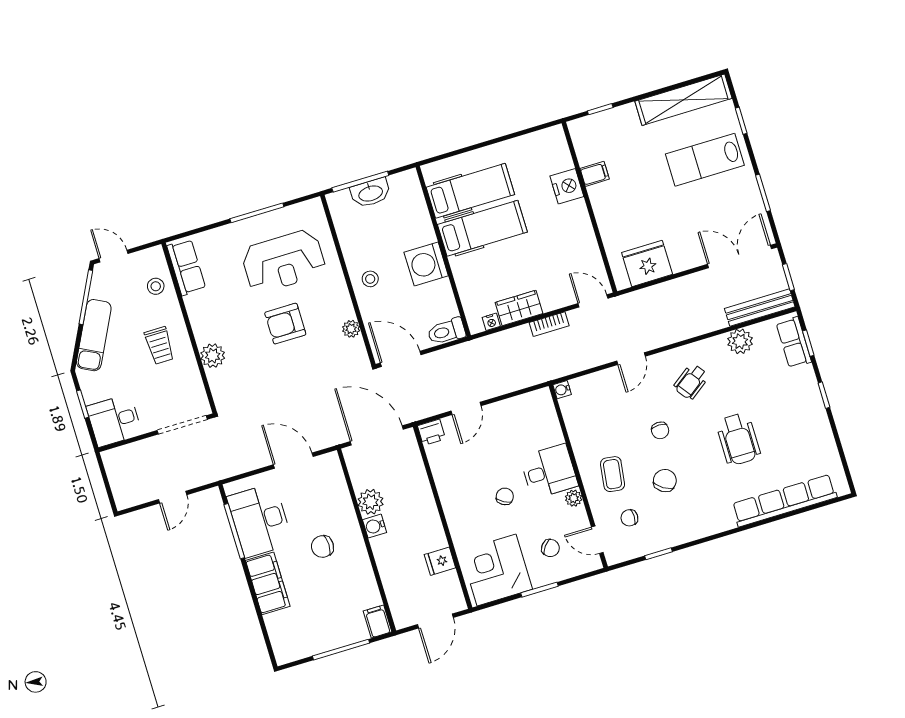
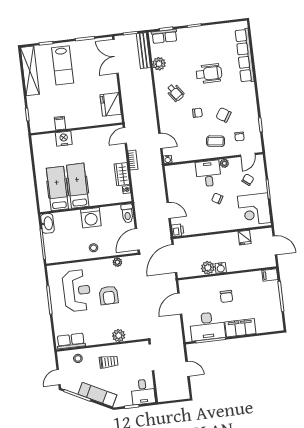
washbasin: (370, 193) -> (47, 223), moved
door: (631, 359) -> (160, 141), moved

